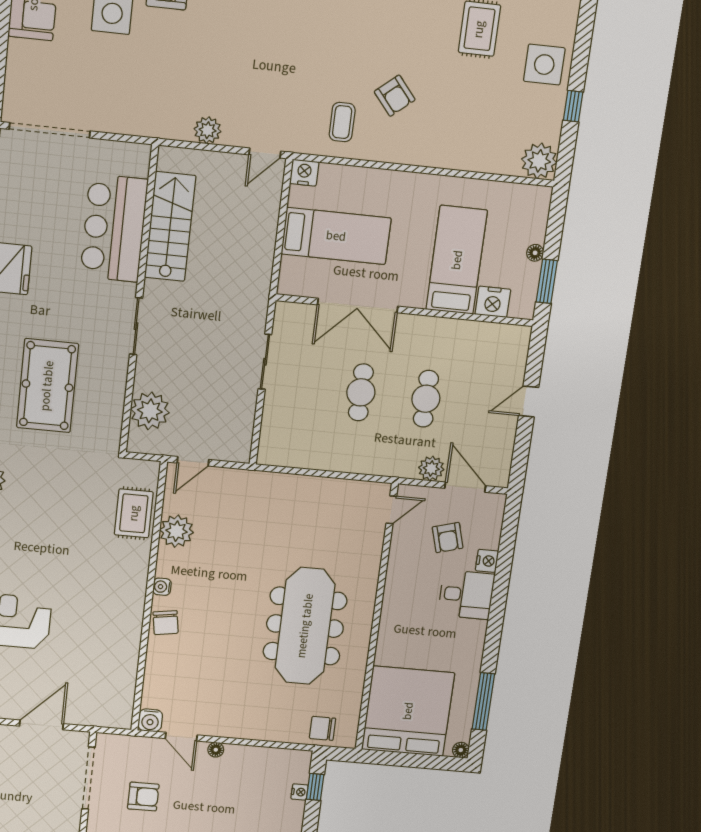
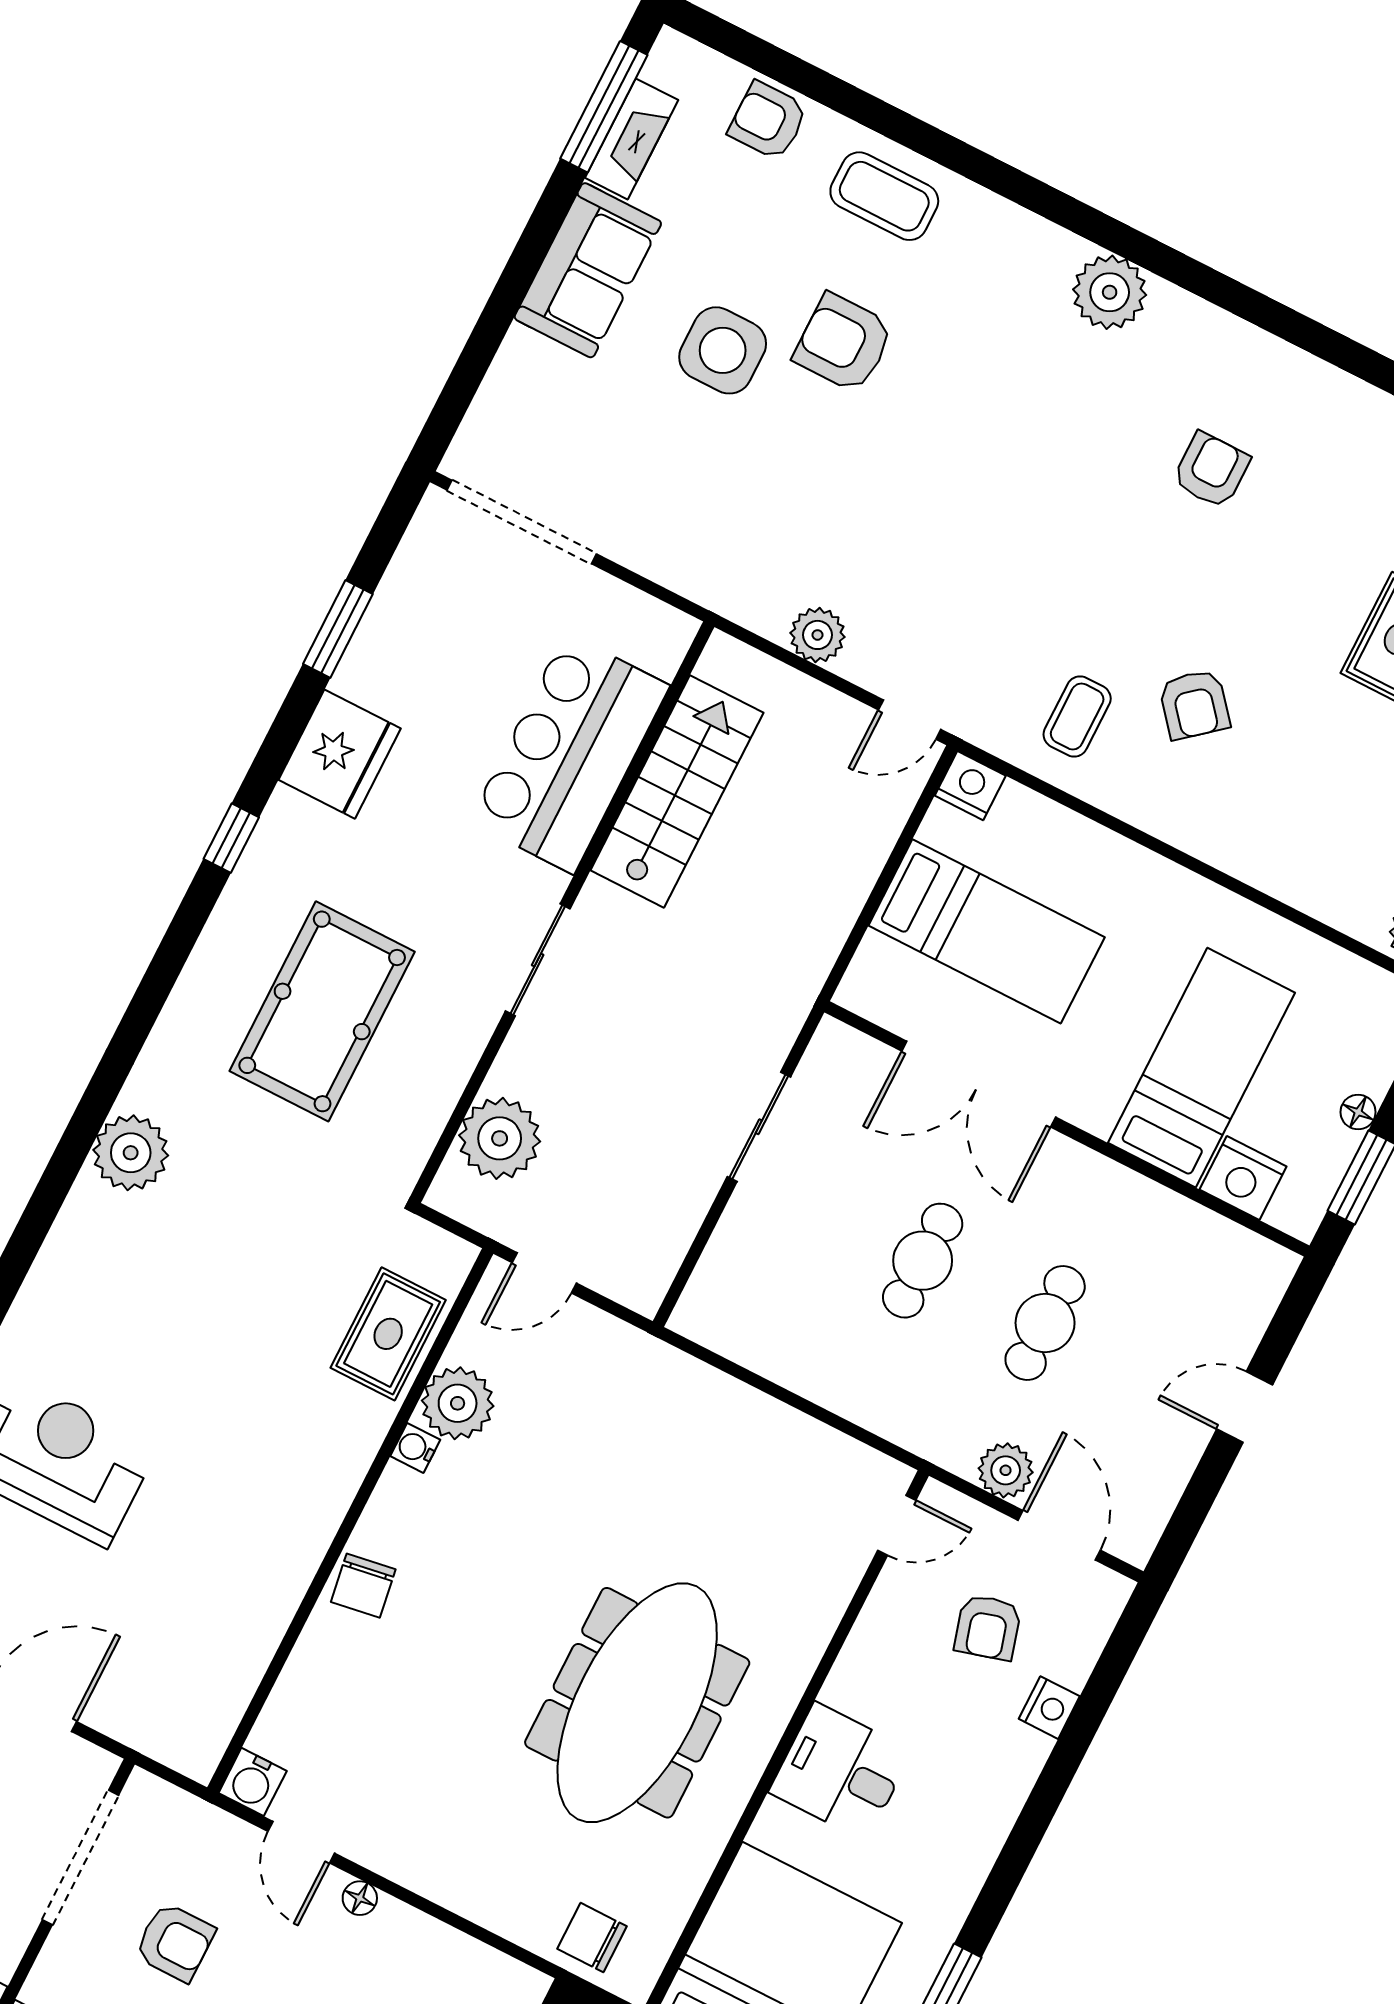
water cooler: (162, 587) -> (415, 1448), moved
desk: (466, 595) -> (841, 1772), moved, turned 180

